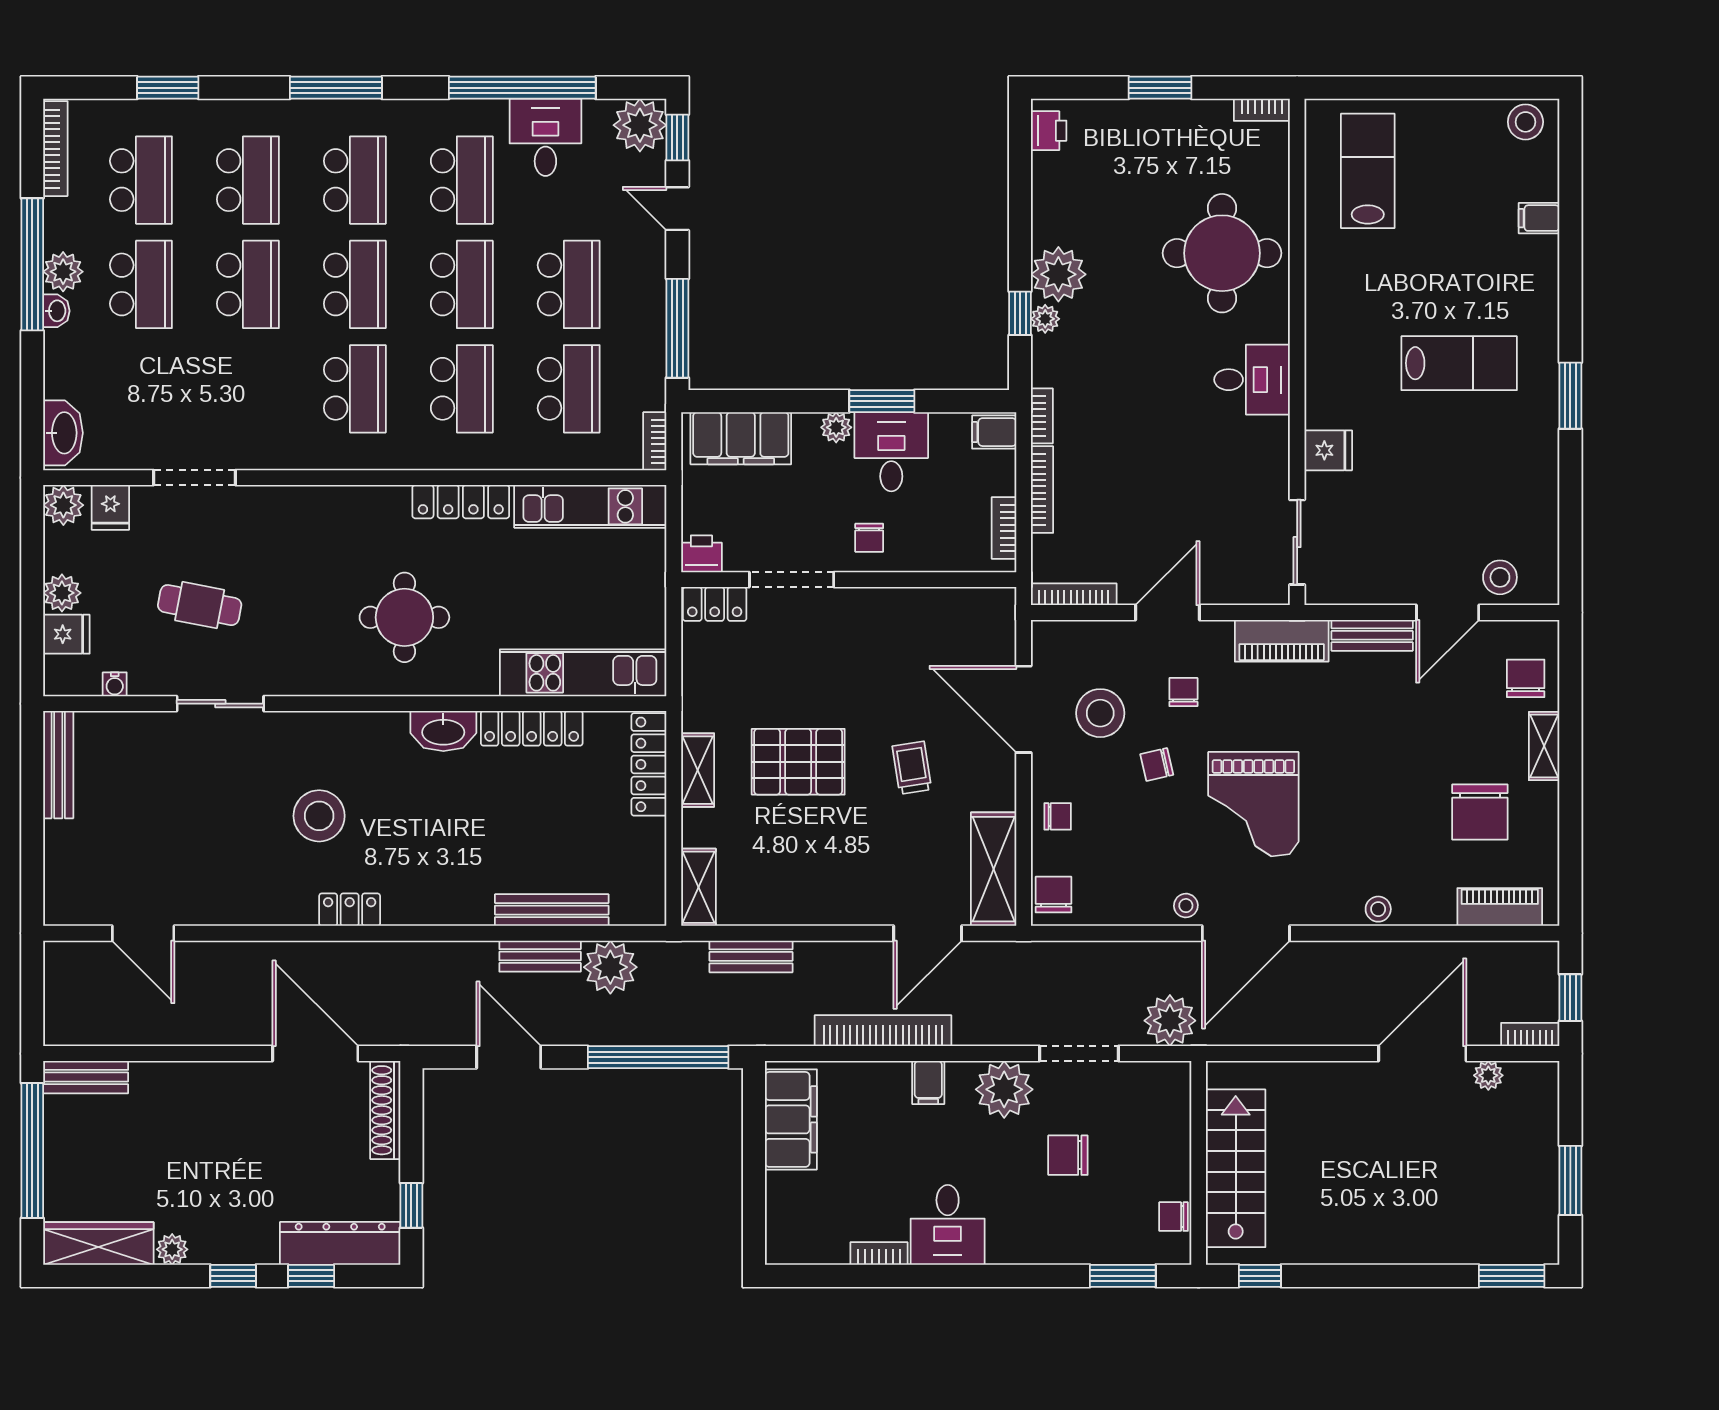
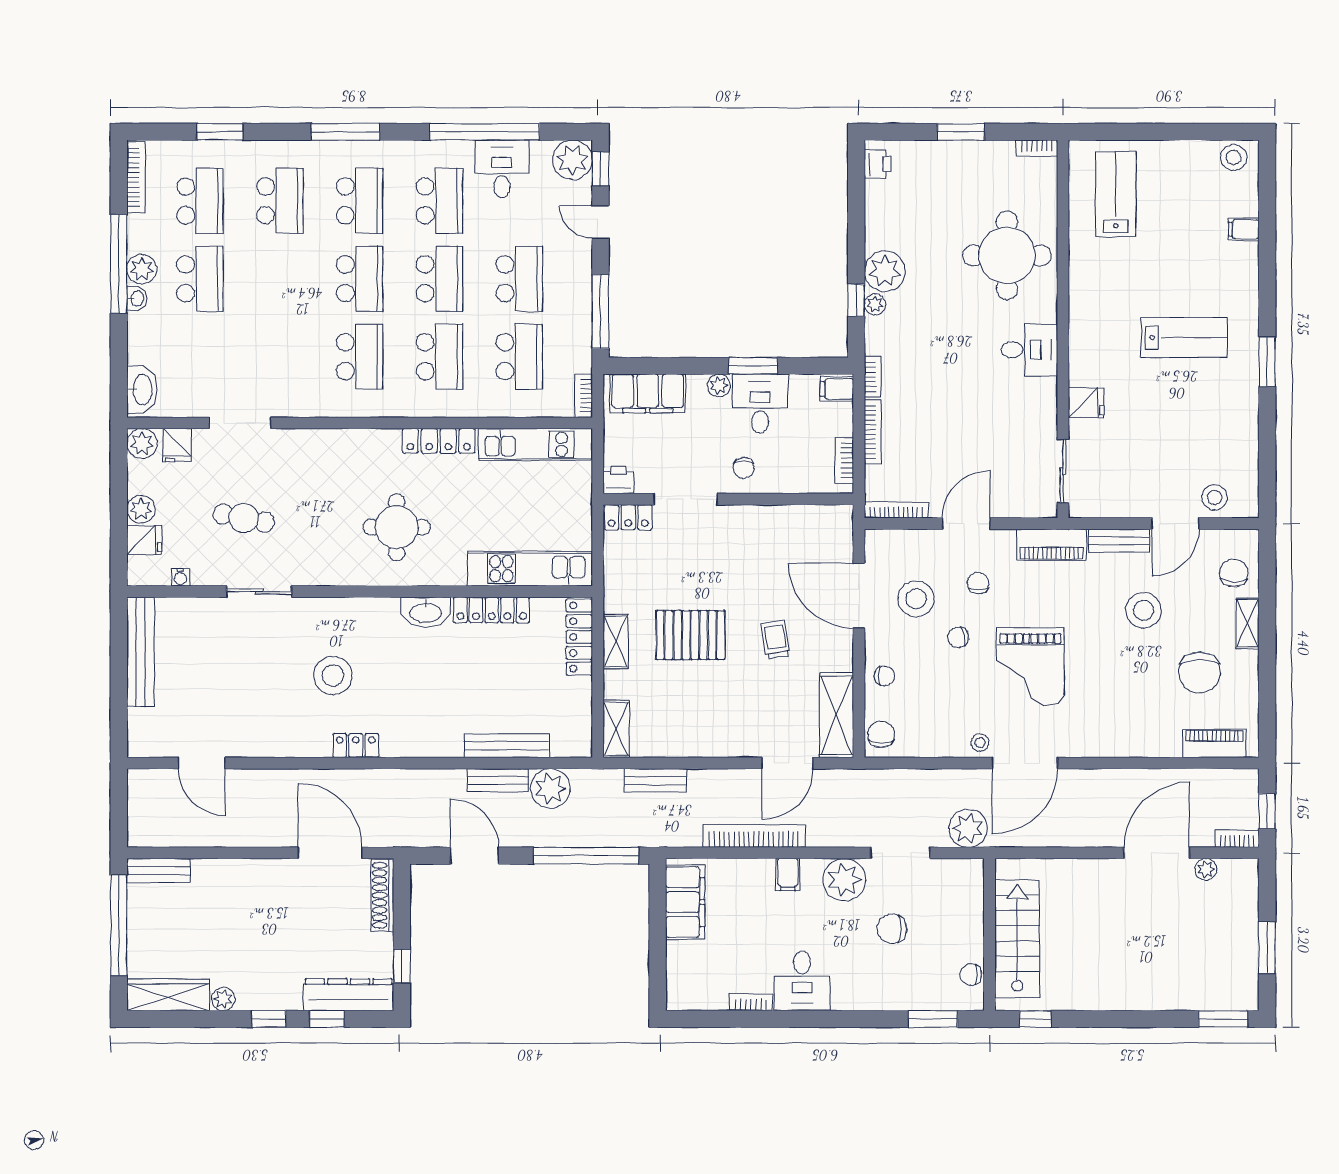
school desk: (248, 284) -> (280, 279), removed
bench: (58, 765) -> (141, 652), width x1.37, depth x1.21
stool: (1378, 909) -> (1144, 610), moved, width x1.89, depth x1.89

